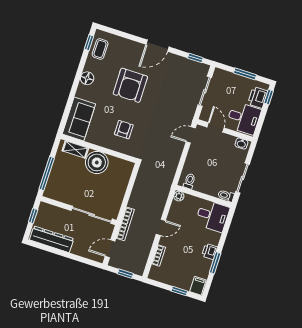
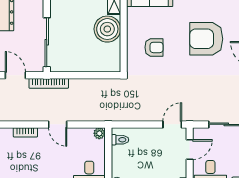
door: (191, 135) -> (172, 124), hinge flipped

